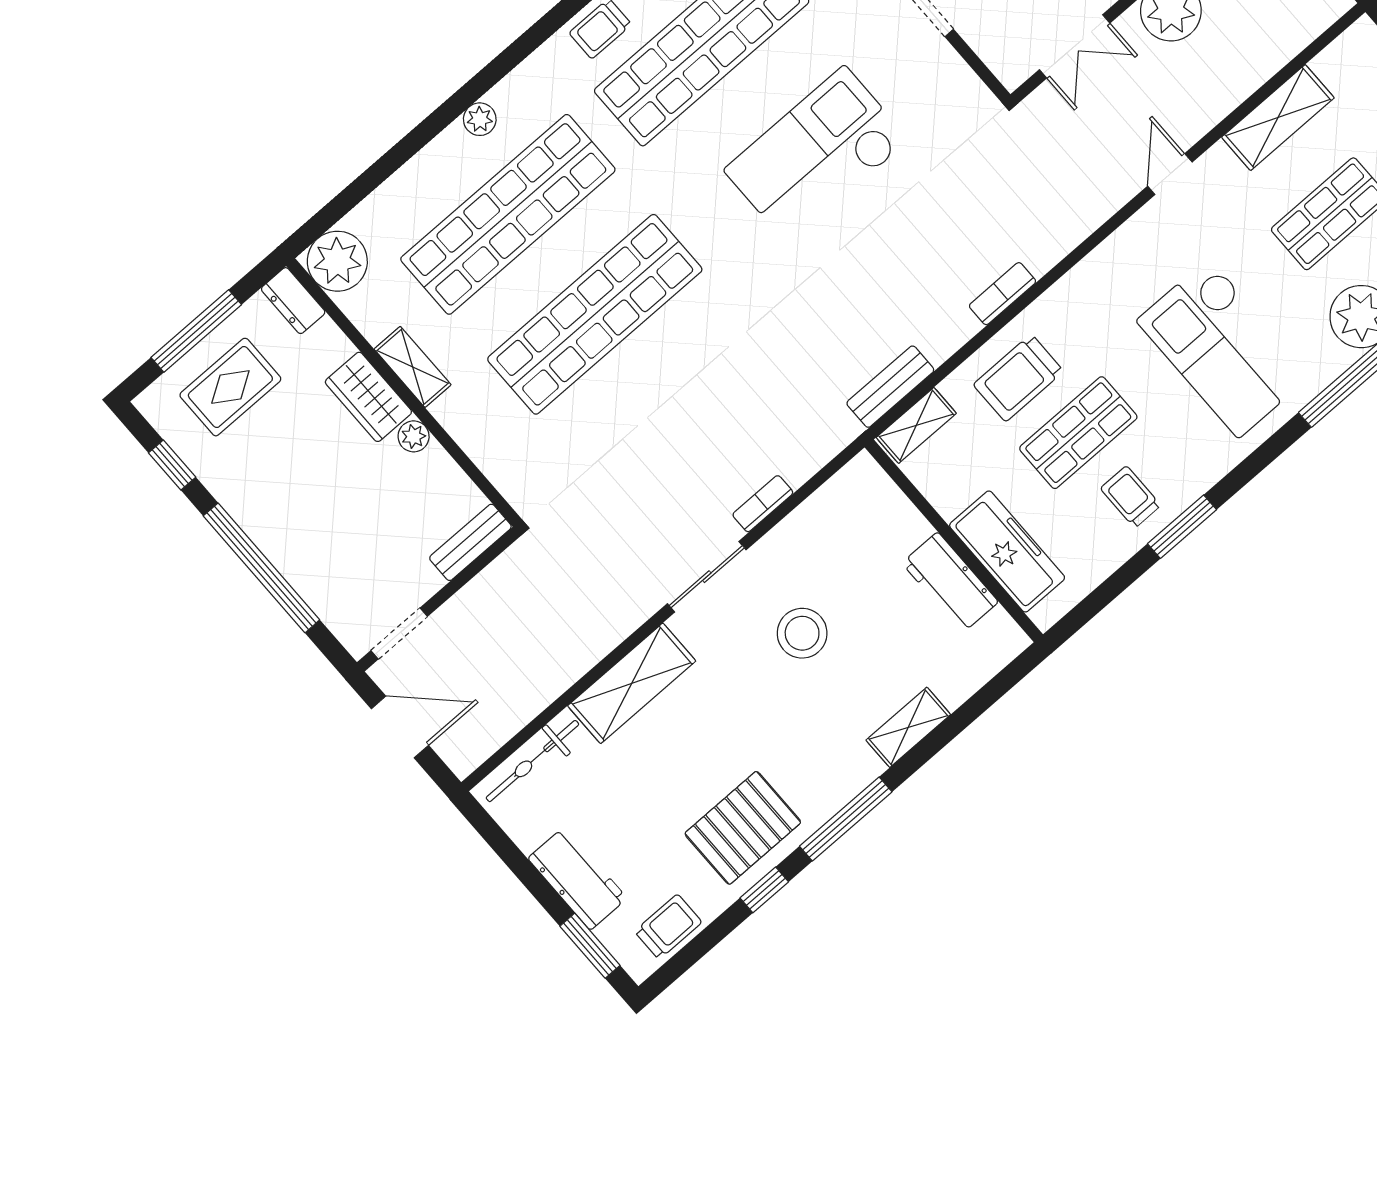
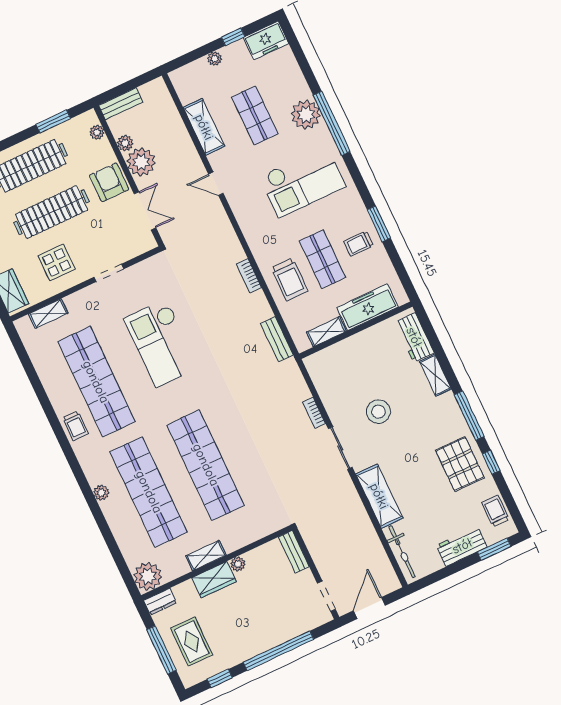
shelving: (916, 425) -> (326, 332), moved, turned 90
workbench: (950, 582) -> (414, 337), moved, turned 90

